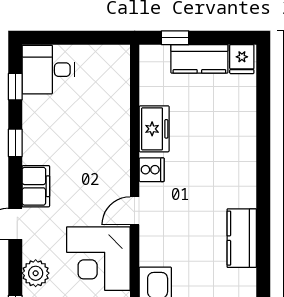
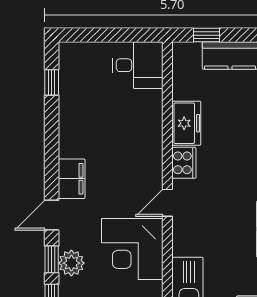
desk: (48, 70) -> (138, 65), moved, turned 180
window: (15, 143) -> (52, 259), moved
cooker: (152, 170) -> (184, 163), width x1.36

